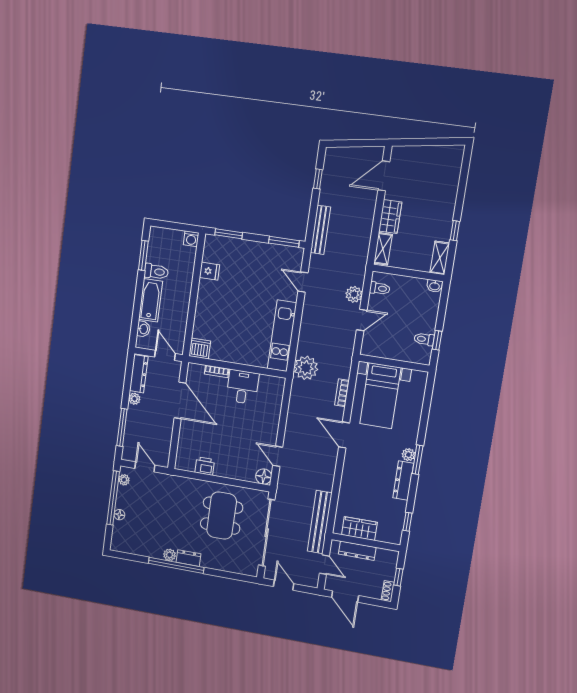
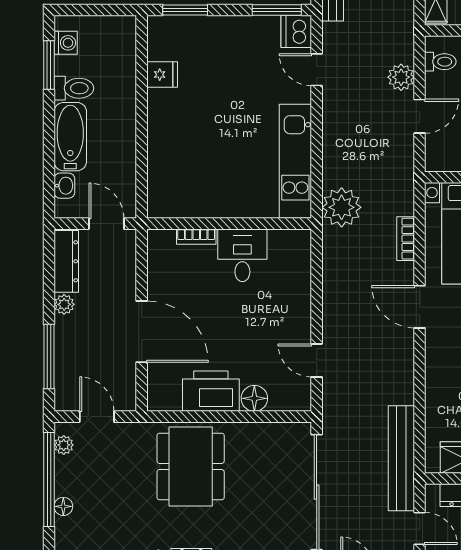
washing machine: (191, 239) -> (66, 43), moved, turned -90
dishwasher: (200, 349) -> (296, 31), moved, turned -90
door: (180, 400) -> (142, 332), moved
printer: (205, 466) -> (211, 391), width x1.87, depth x1.48
floor lamp: (264, 477) -> (254, 398), moved
dining table: (222, 516) -> (191, 466), moved

